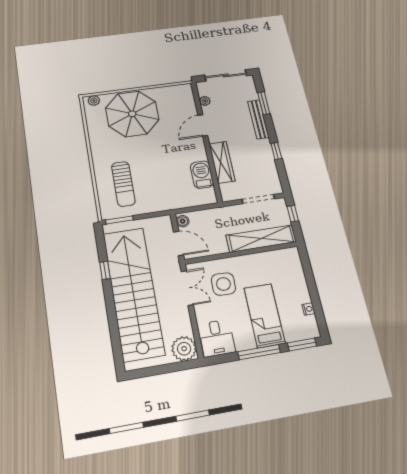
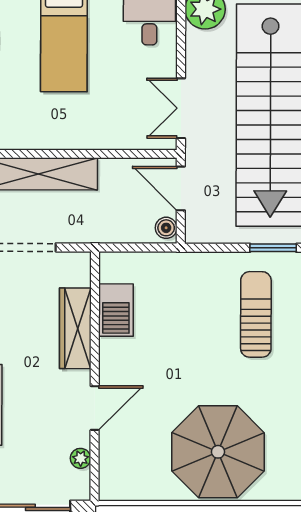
plant: (94, 101) -> (283, 490), removed
side table: (223, 284) -> (120, 105), removed

